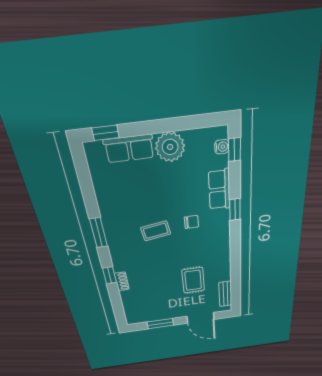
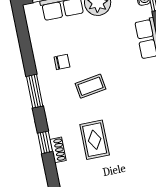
chair: (191, 222) -> (62, 62), moved
rug: (193, 280) -> (95, 140), moved

